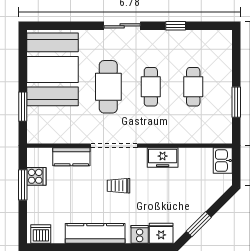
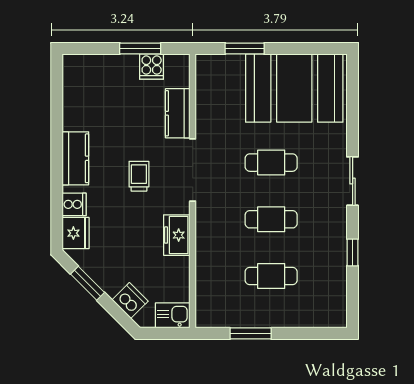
cafe table: (108, 87) -> (271, 163), width x0.73, depth x0.74
kitchen counter: (95, 233) -> (75, 158), width x0.67
dishwasher: (41, 234) -> (130, 301), moved, turned -45

